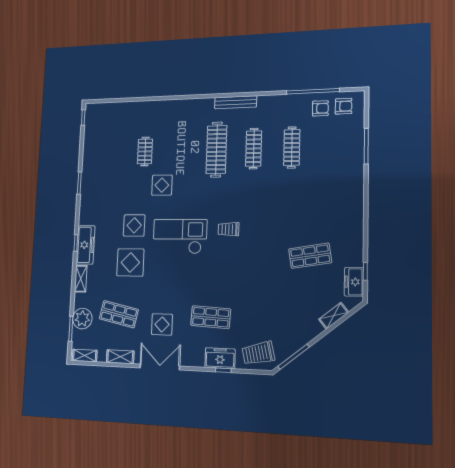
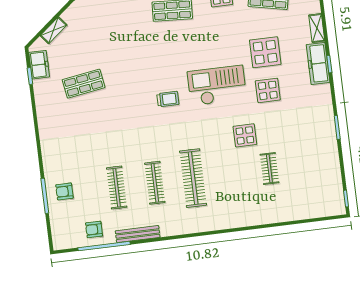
bench: (236, 102) -> (138, 234), moved
armchair: (344, 106) -> (64, 191), moved
checkout: (180, 236) -> (217, 85), turned 180

